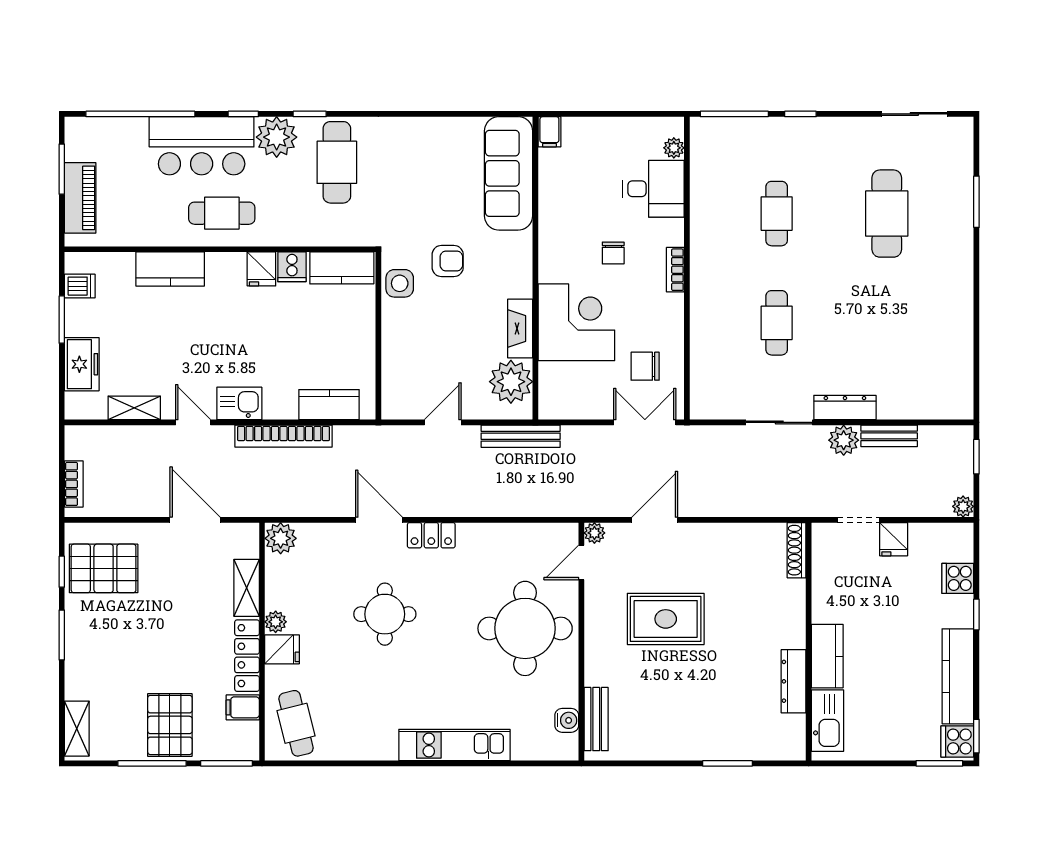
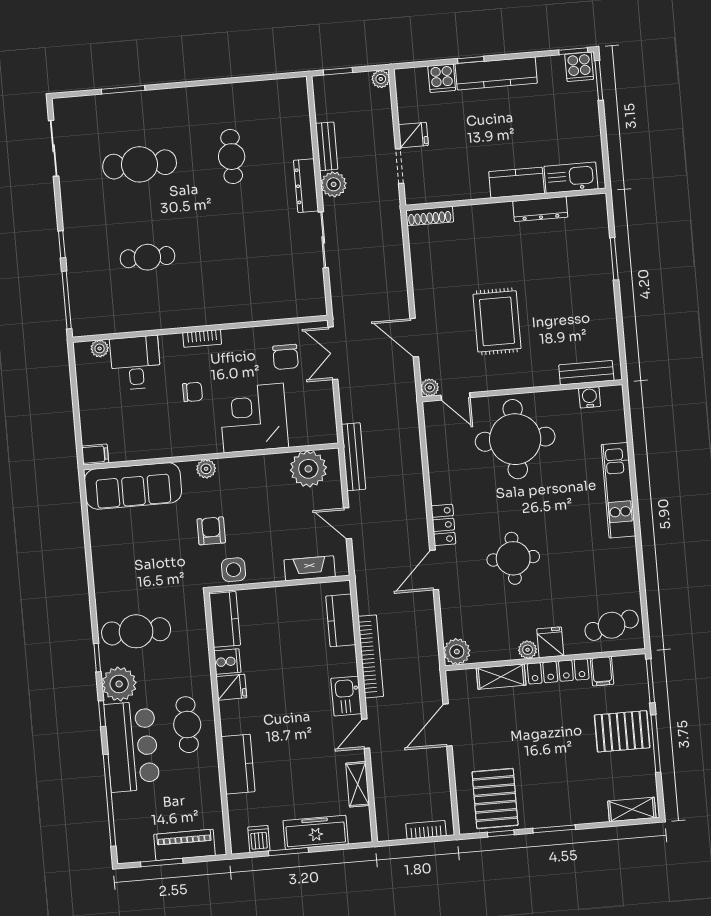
plant: (521, 261) -> (206, 469), added
cafe table: (777, 323) -> (232, 157), moved, turned 90
fireplace: (520, 329) -> (310, 568), moved, turned 180
freezer: (82, 364) -> (316, 832), width x1.40
kitchen counter: (958, 676) -> (496, 73), moved

